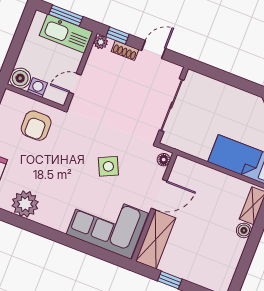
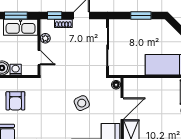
plant: (101, 42) -> (45, 38), moved
window: (232, 80) -> (141, 15), added
door: (75, 84) -> (39, 58), swing flipped
armchair: (36, 126) -> (15, 101), moved

